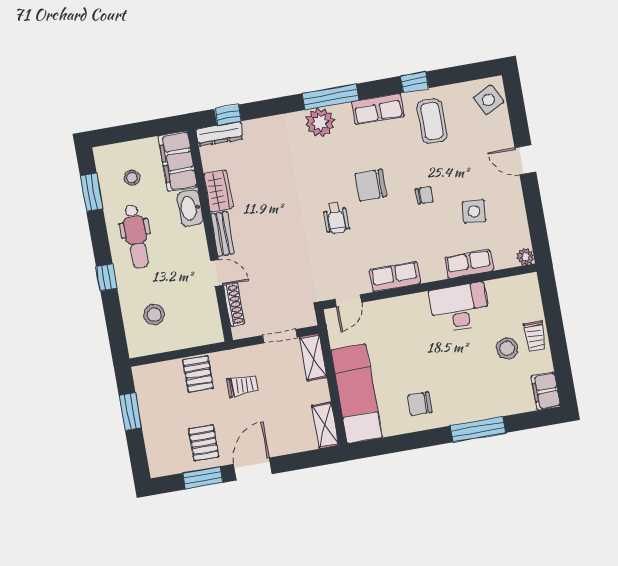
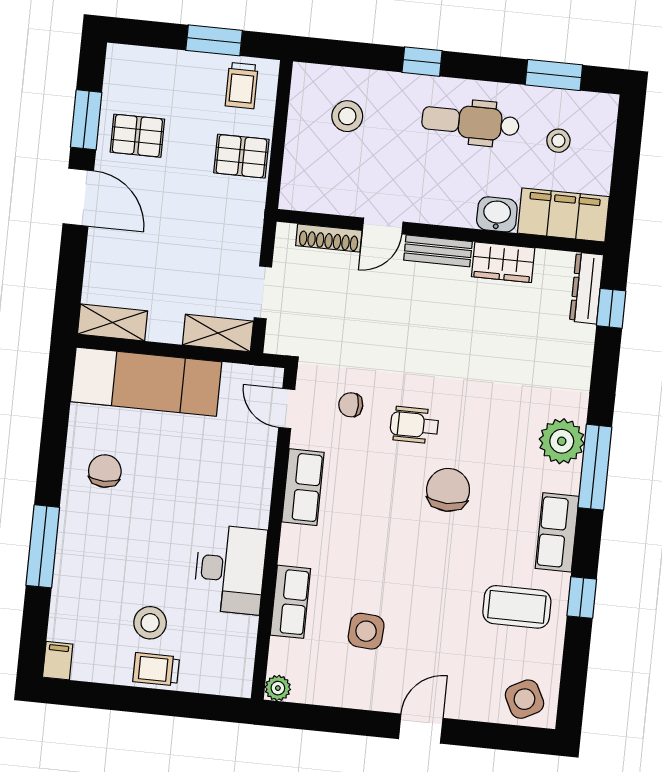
chair: (425, 195) -> (351, 405), moved, turned 90
washbasin: (190, 208) -> (497, 214), width x0.72
trolley: (242, 386) -> (242, 86), moved
filing cabinet: (546, 391) -> (58, 661), width x0.50

